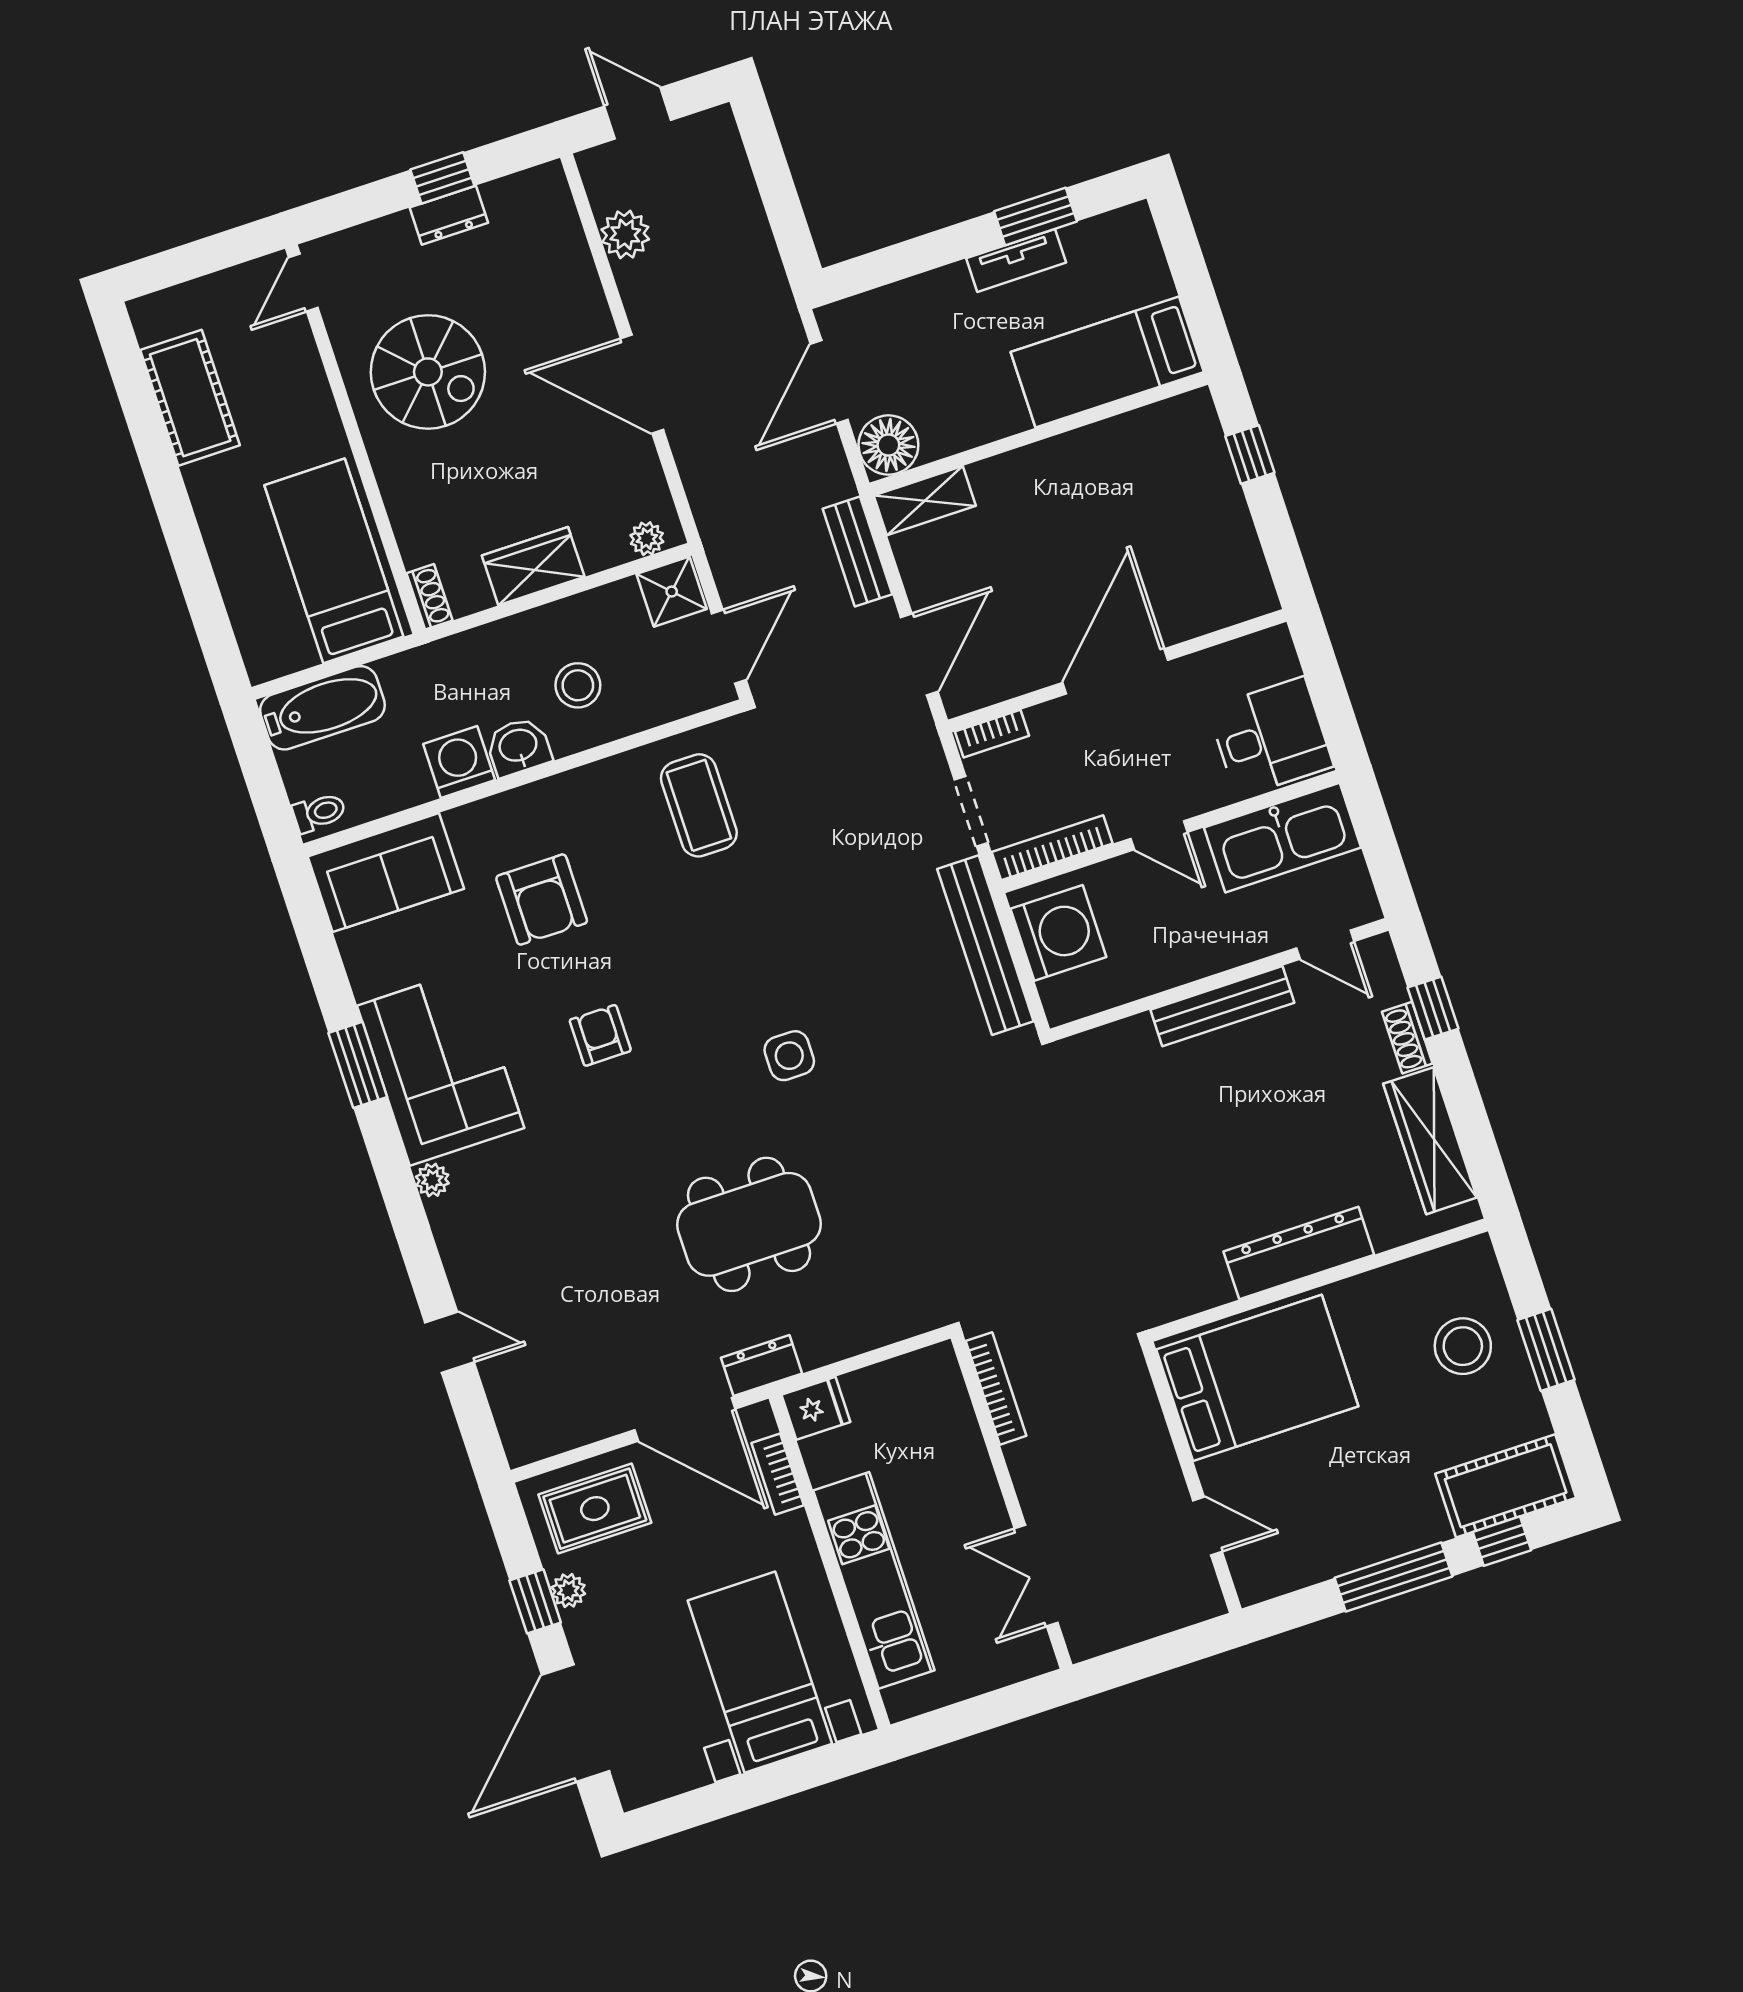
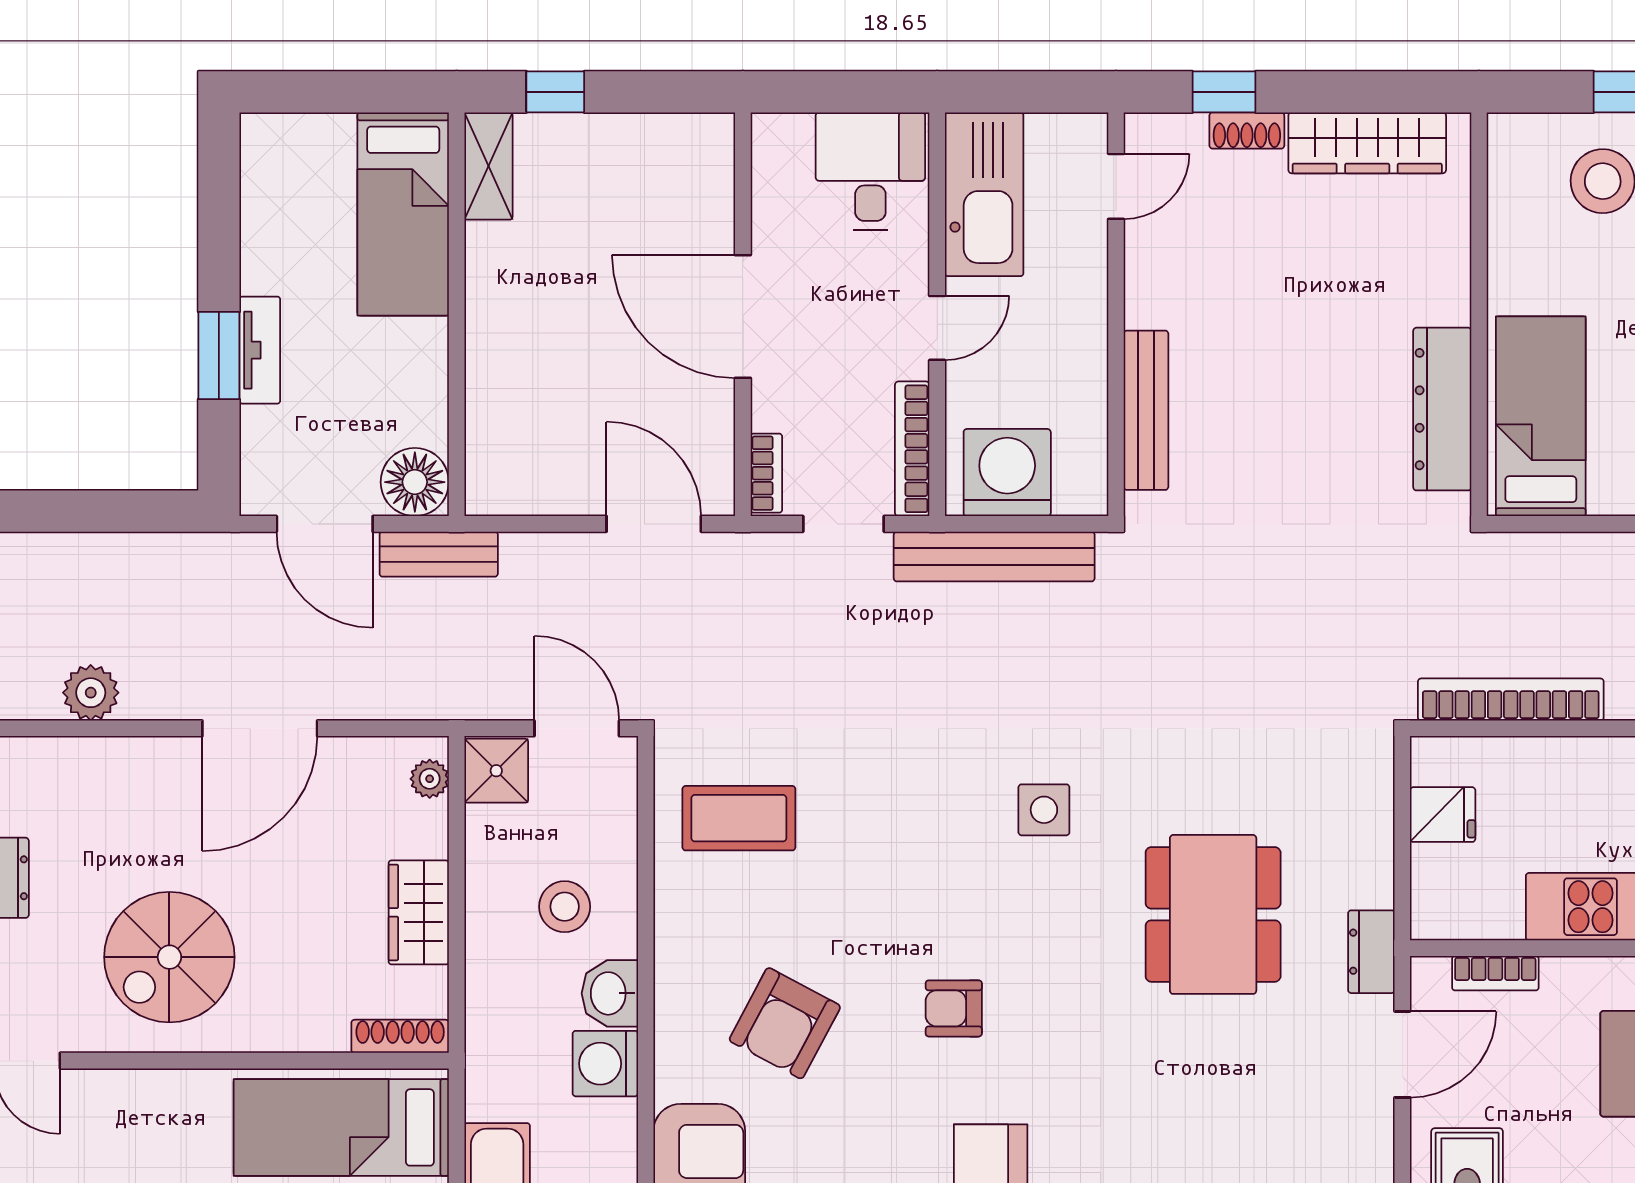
window: (1035, 216) -> (219, 356), moved
tv unit: (1016, 260) -> (260, 350), moved
spiral stairs: (428, 372) -> (169, 957), turned 180
shelving: (925, 501) -> (488, 166), moved
bench: (857, 551) -> (439, 554), moved
shoe rack: (429, 597) -> (400, 1036), width x1.43
armchair: (542, 900) -> (785, 1023), turned 118
bench: (1222, 1006) -> (1146, 410), moved
dresser: (1299, 1253) -> (1442, 409), moved
bed: (1257, 1378) -> (1541, 416), width x0.67
bookcase: (996, 1388) -> (1511, 700), width x1.48, depth x1.31
fridge: (816, 1408) -> (1443, 815), moved, turned 90
door: (685, 1419) -> (1402, 1054), width x0.73

